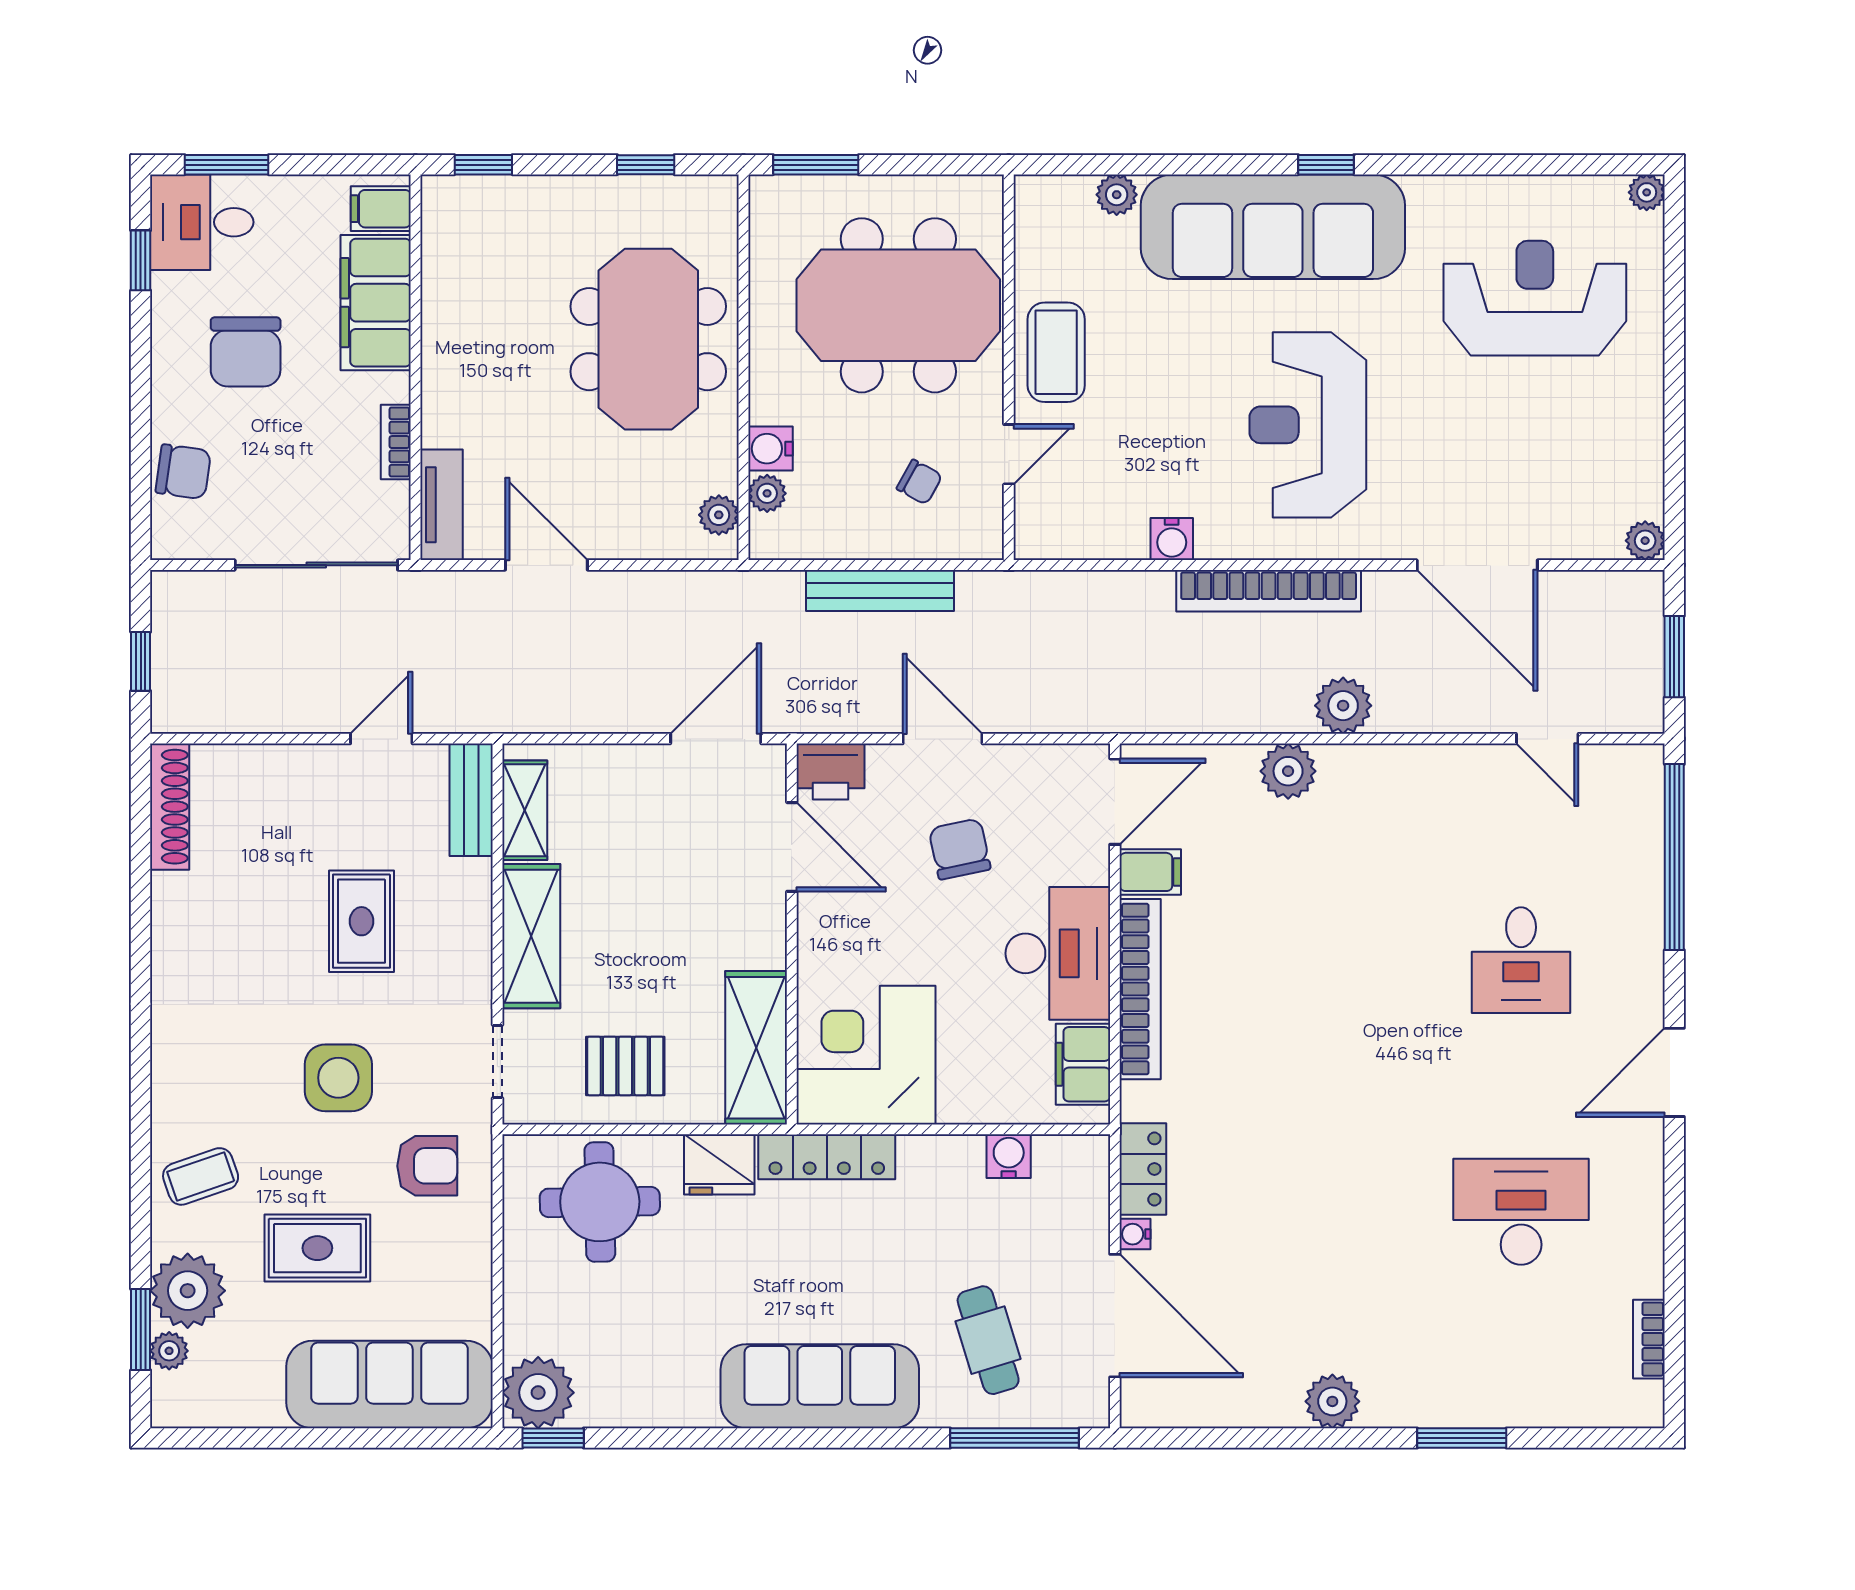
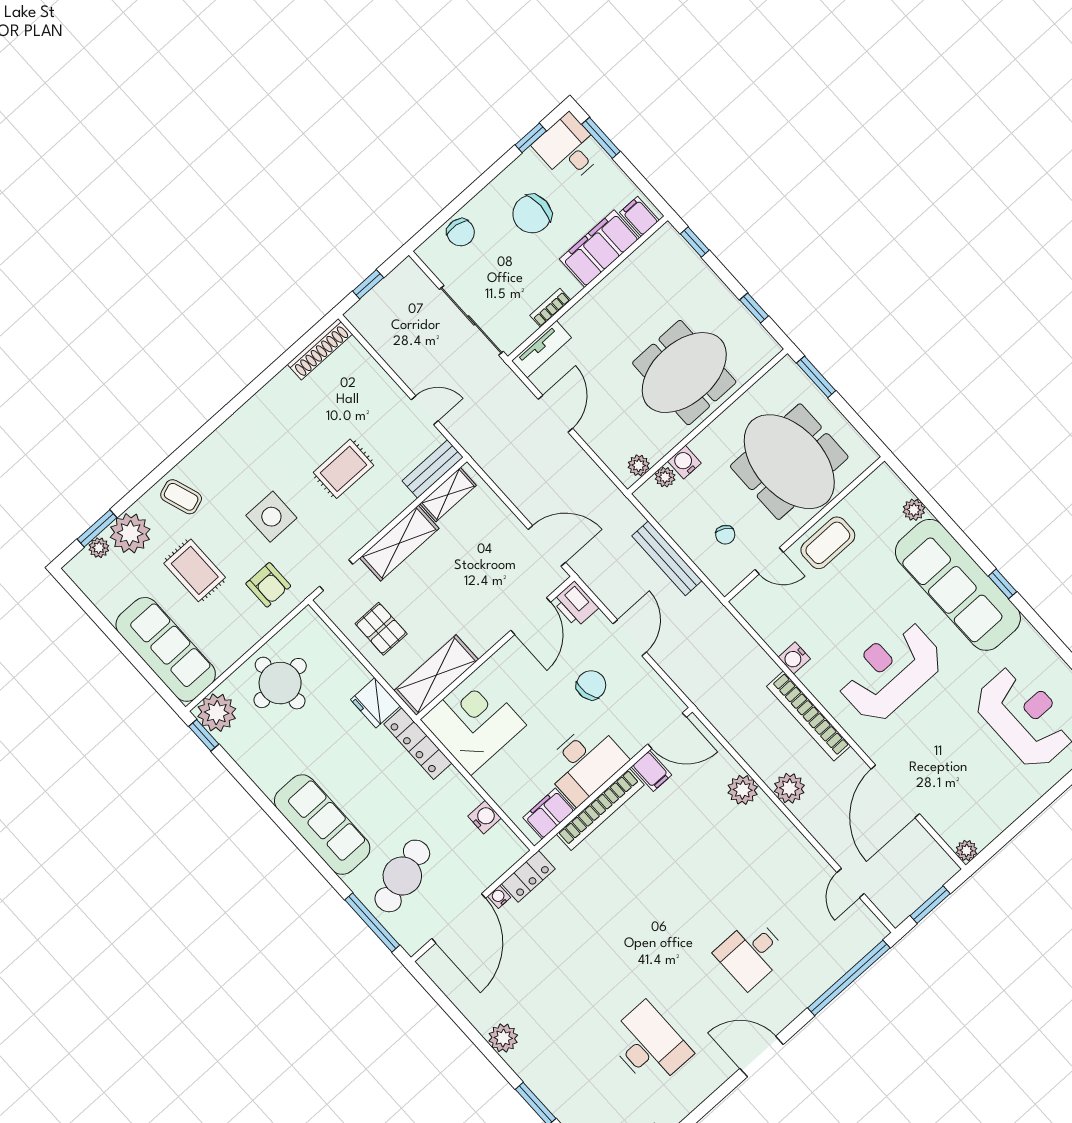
round table: (600, 1202) -> (280, 683), moved
cafe table: (988, 1340) -> (402, 876), width x1.37, depth x1.35

